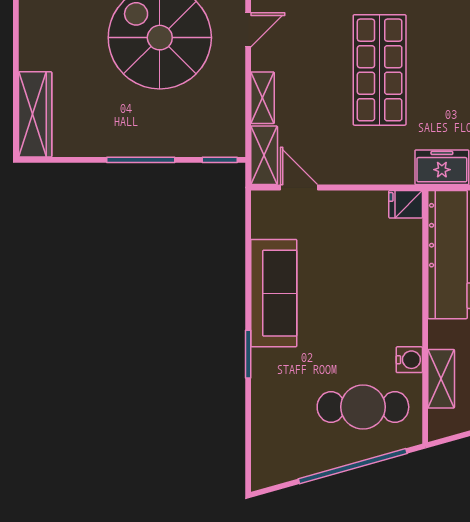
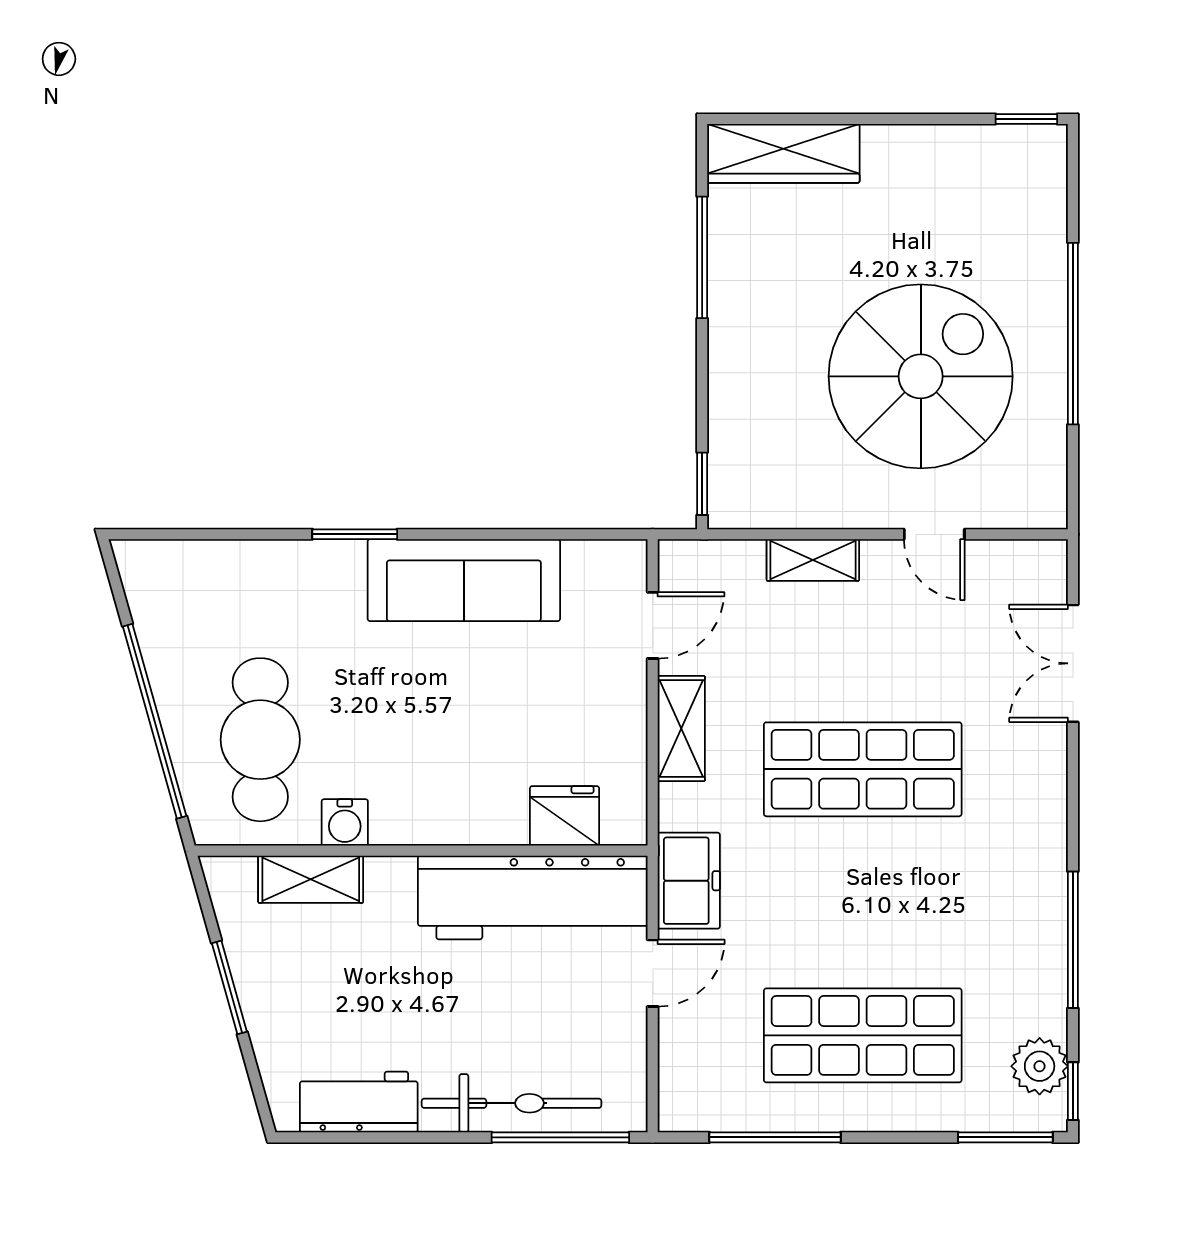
shelving: (264, 155) -> (681, 729), moved, turned 90
window: (141, 160) -> (702, 257), moved
fridge: (406, 204) -> (565, 816), moved, width x1.38

